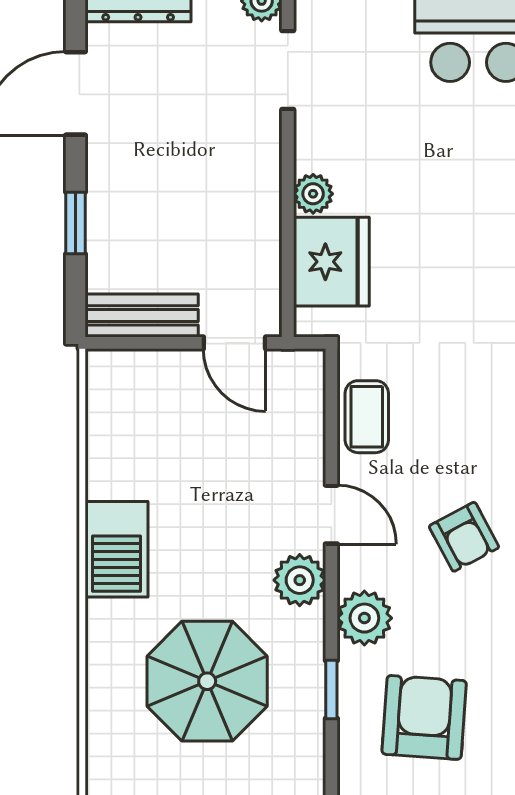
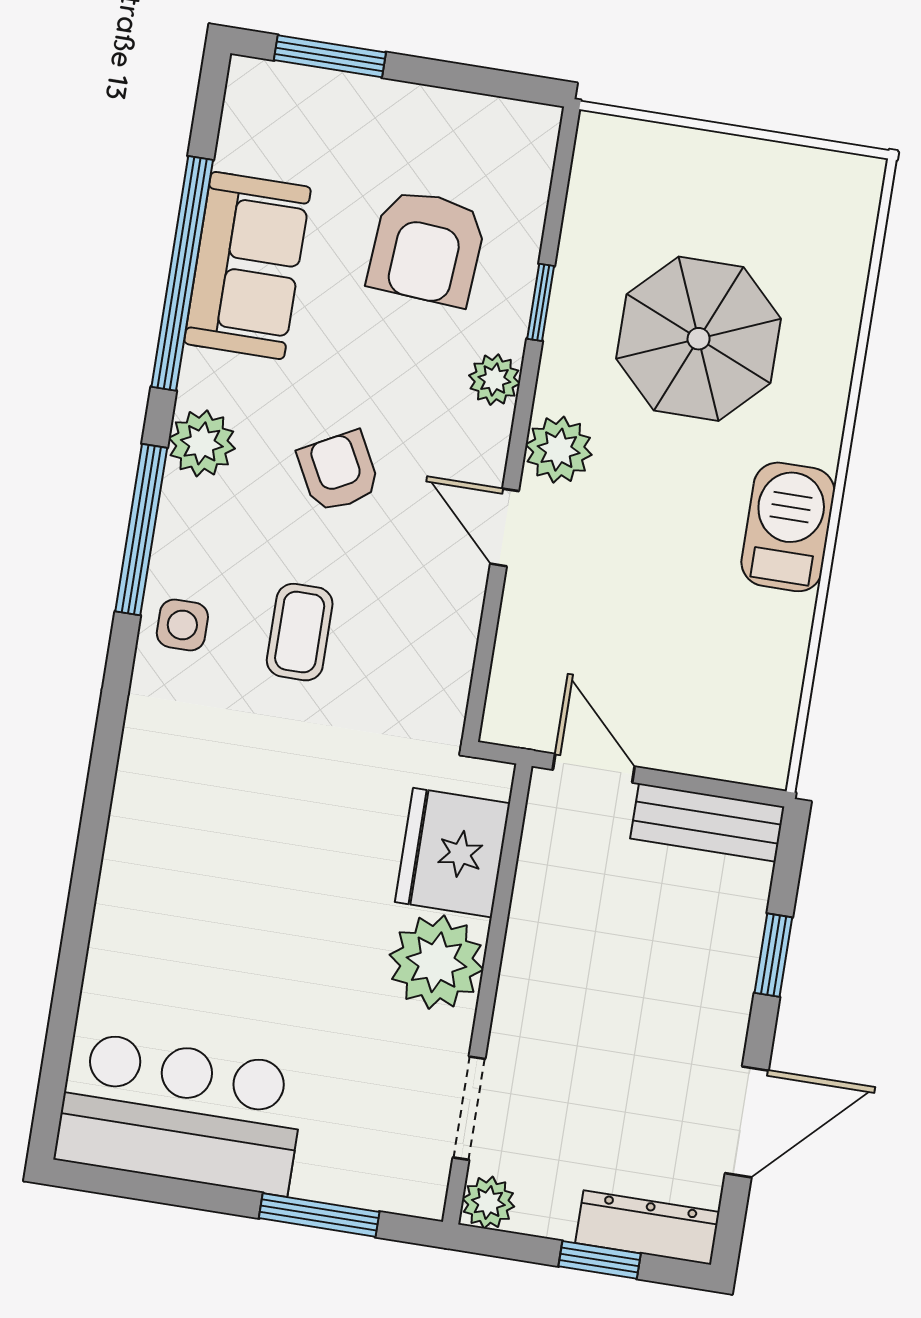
plant: (313, 194) -> (436, 962), width x1.87, depth x1.87
coffee table: (367, 417) -> (300, 632), moved
plant: (364, 618) -> (494, 380), width x0.73, depth x0.73

